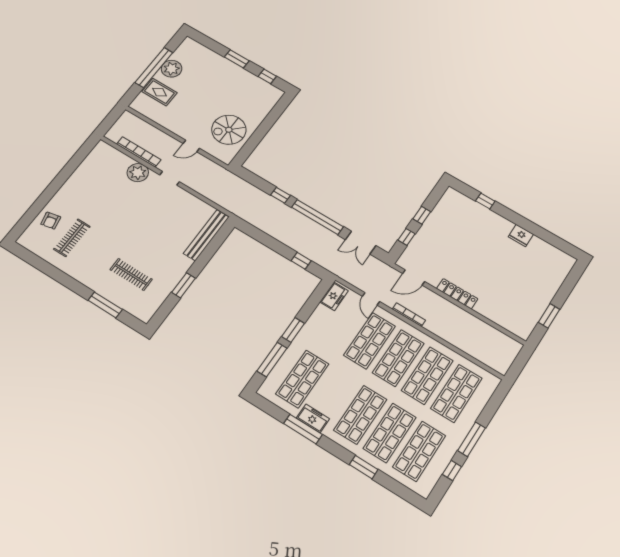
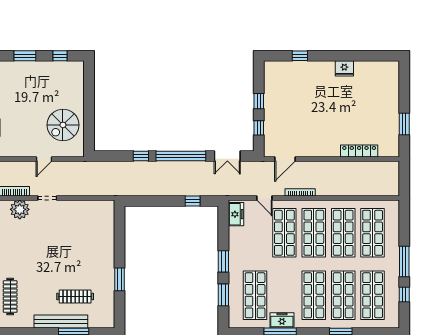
bench: (206, 235) -> (61, 321), moved, turned 90
locker: (457, 294) -> (359, 151), moved
window: (272, 360) -> (223, 295), width x0.69

